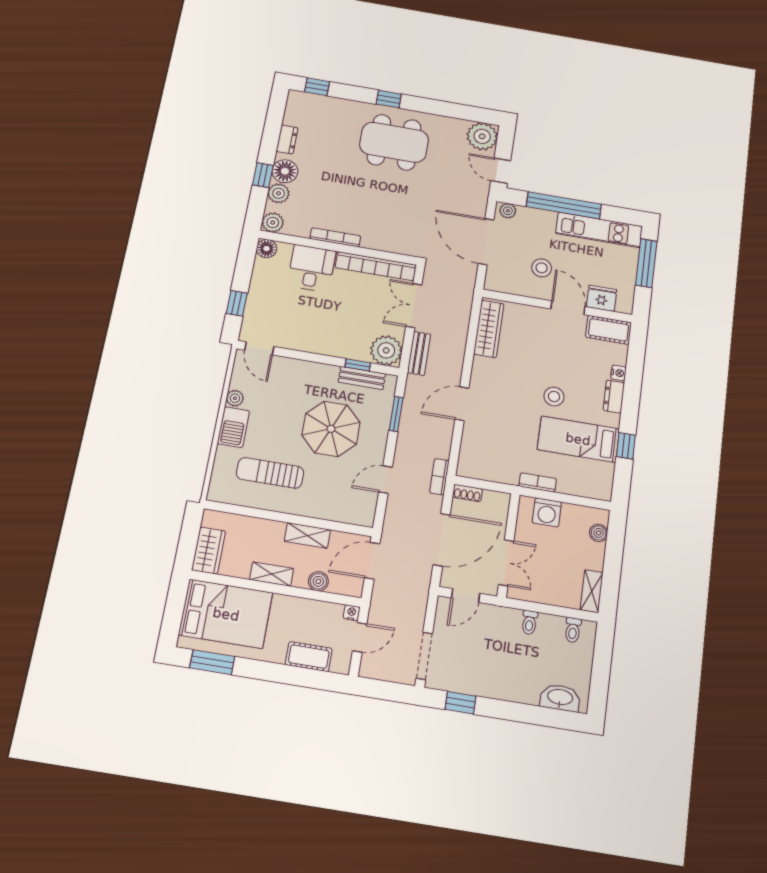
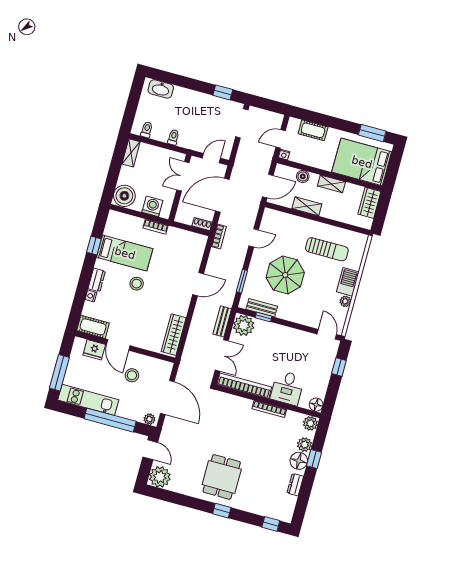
dining table: (394, 142) -> (222, 477), width x0.73
boiler: (599, 533) -> (124, 196), width x1.86, depth x1.86

